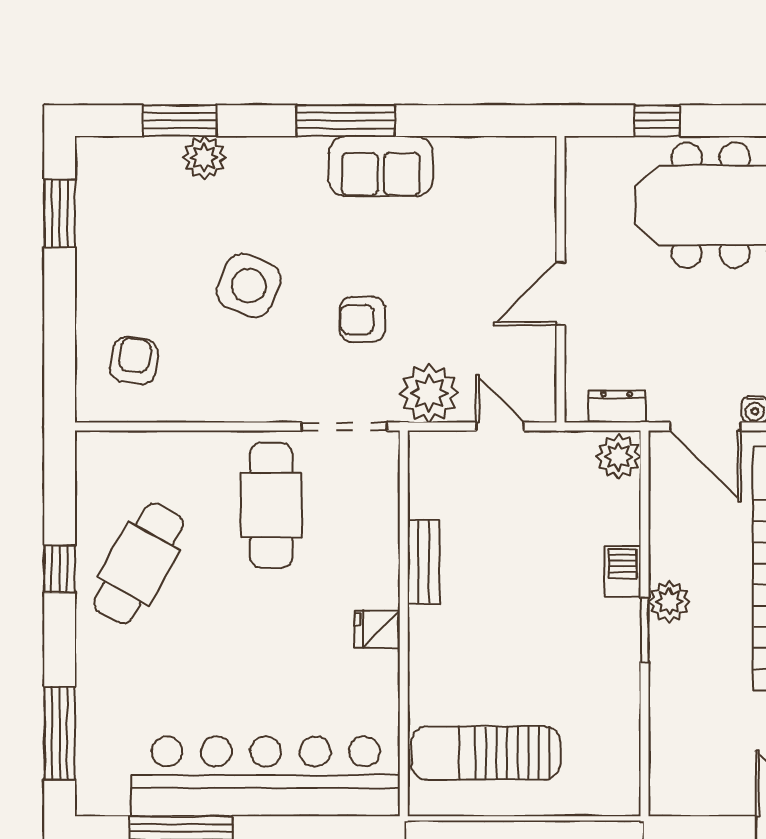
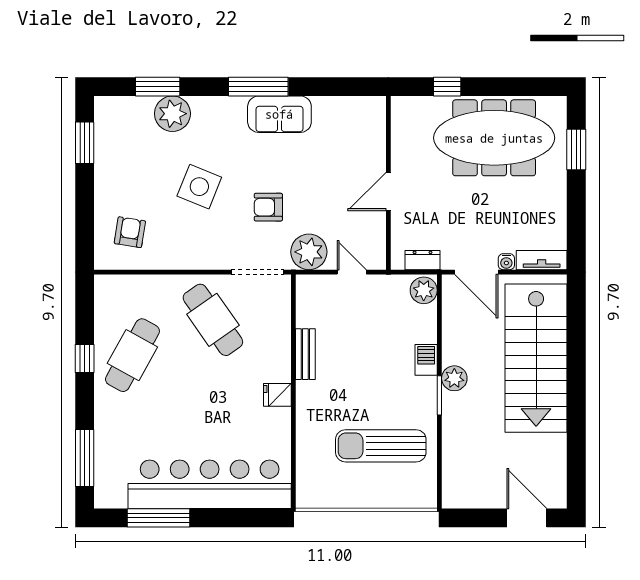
plant: (204, 158) -> (172, 114), width x1.36, depth x1.36
cafe table: (271, 505) -> (213, 320), turned -35
sun lounger: (486, 753) -> (381, 446), moved

